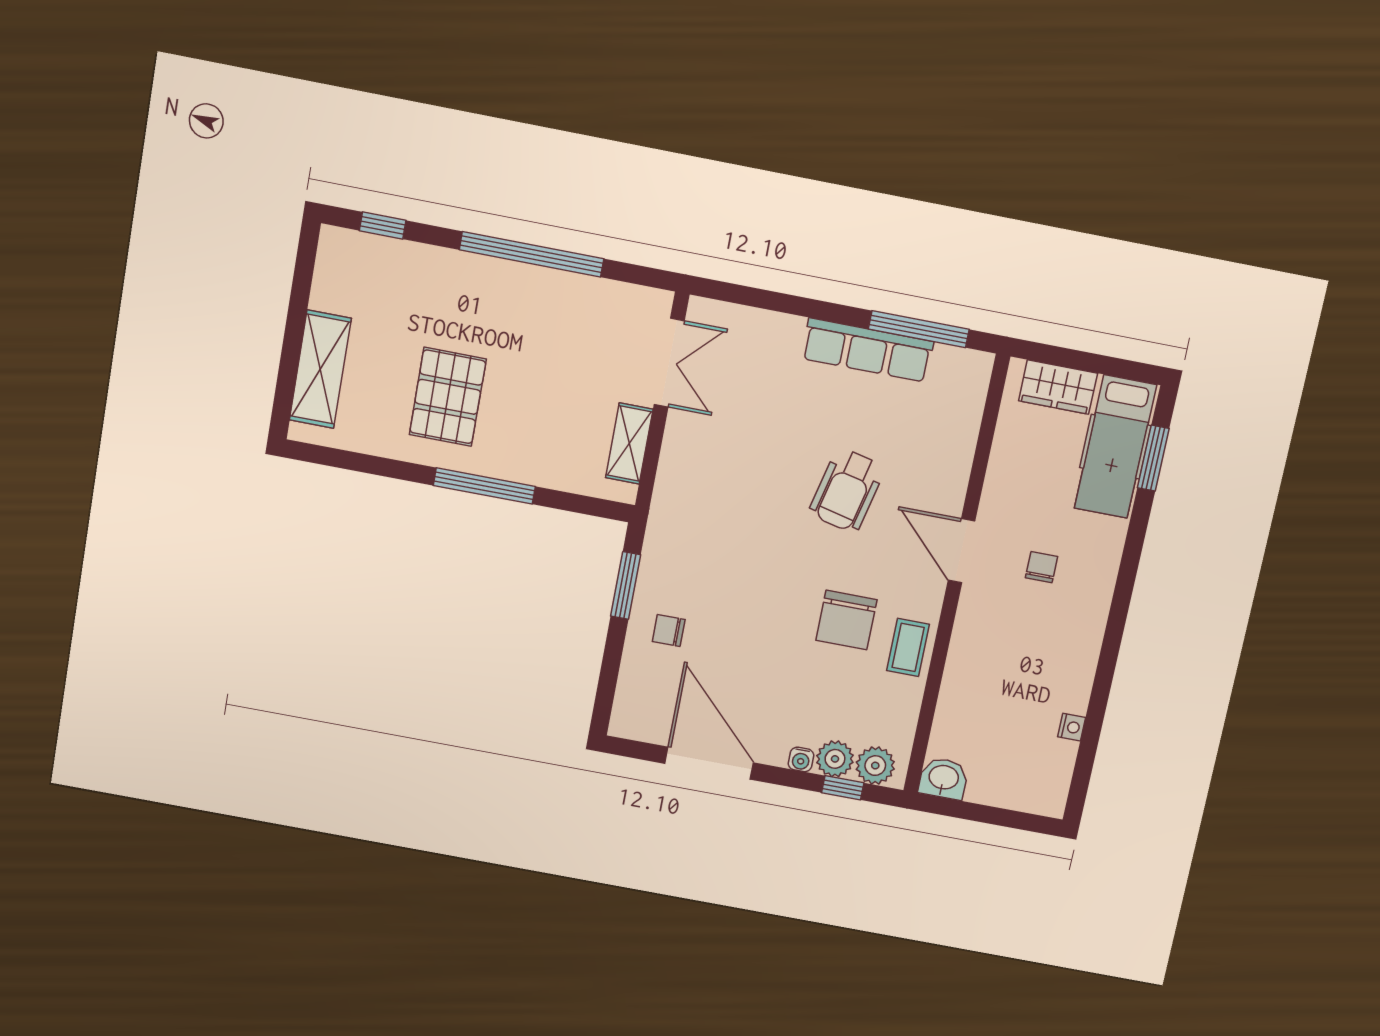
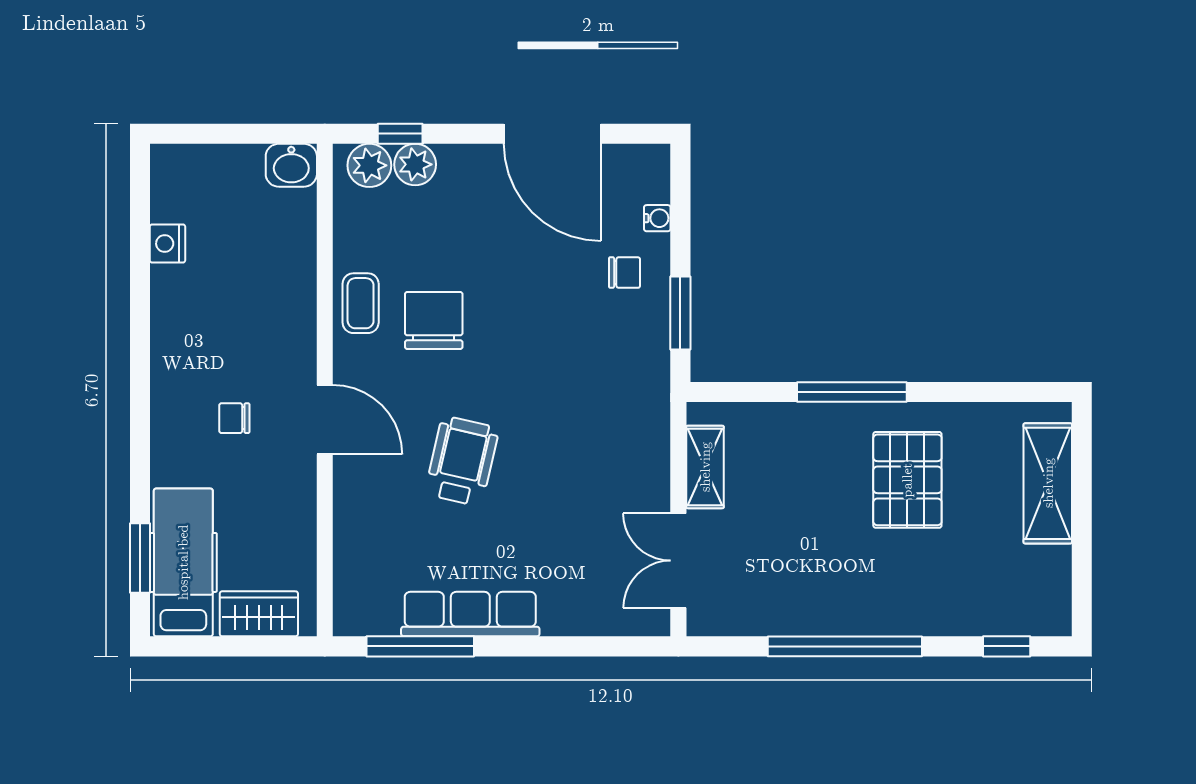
chair: (1041, 567) -> (234, 418), turned 90
nightstand: (1072, 727) -> (167, 244), width x1.39, depth x1.35
water cooler: (801, 759) -> (657, 218), moved, turned 90

